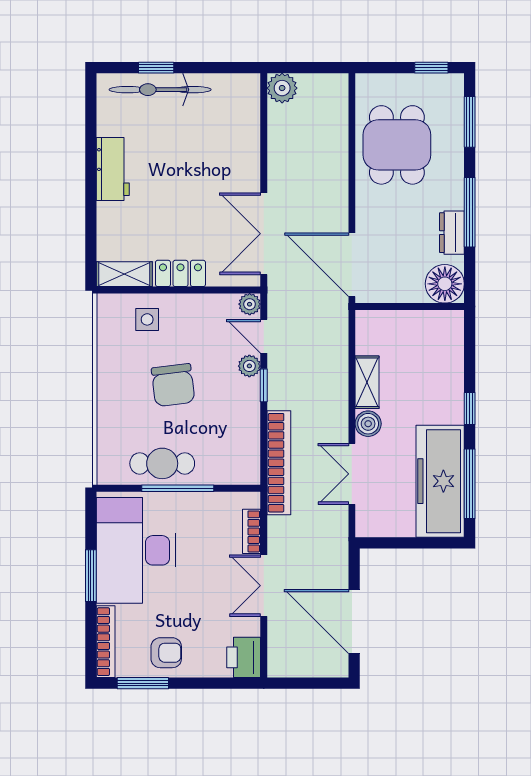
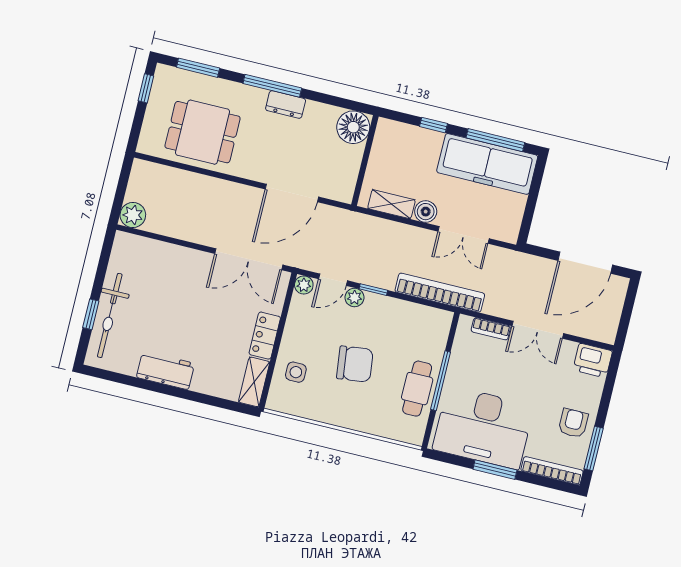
floor lamp: (445, 284) -> (353, 127), moved
wall: (410, 307) -> (365, 161), moved

